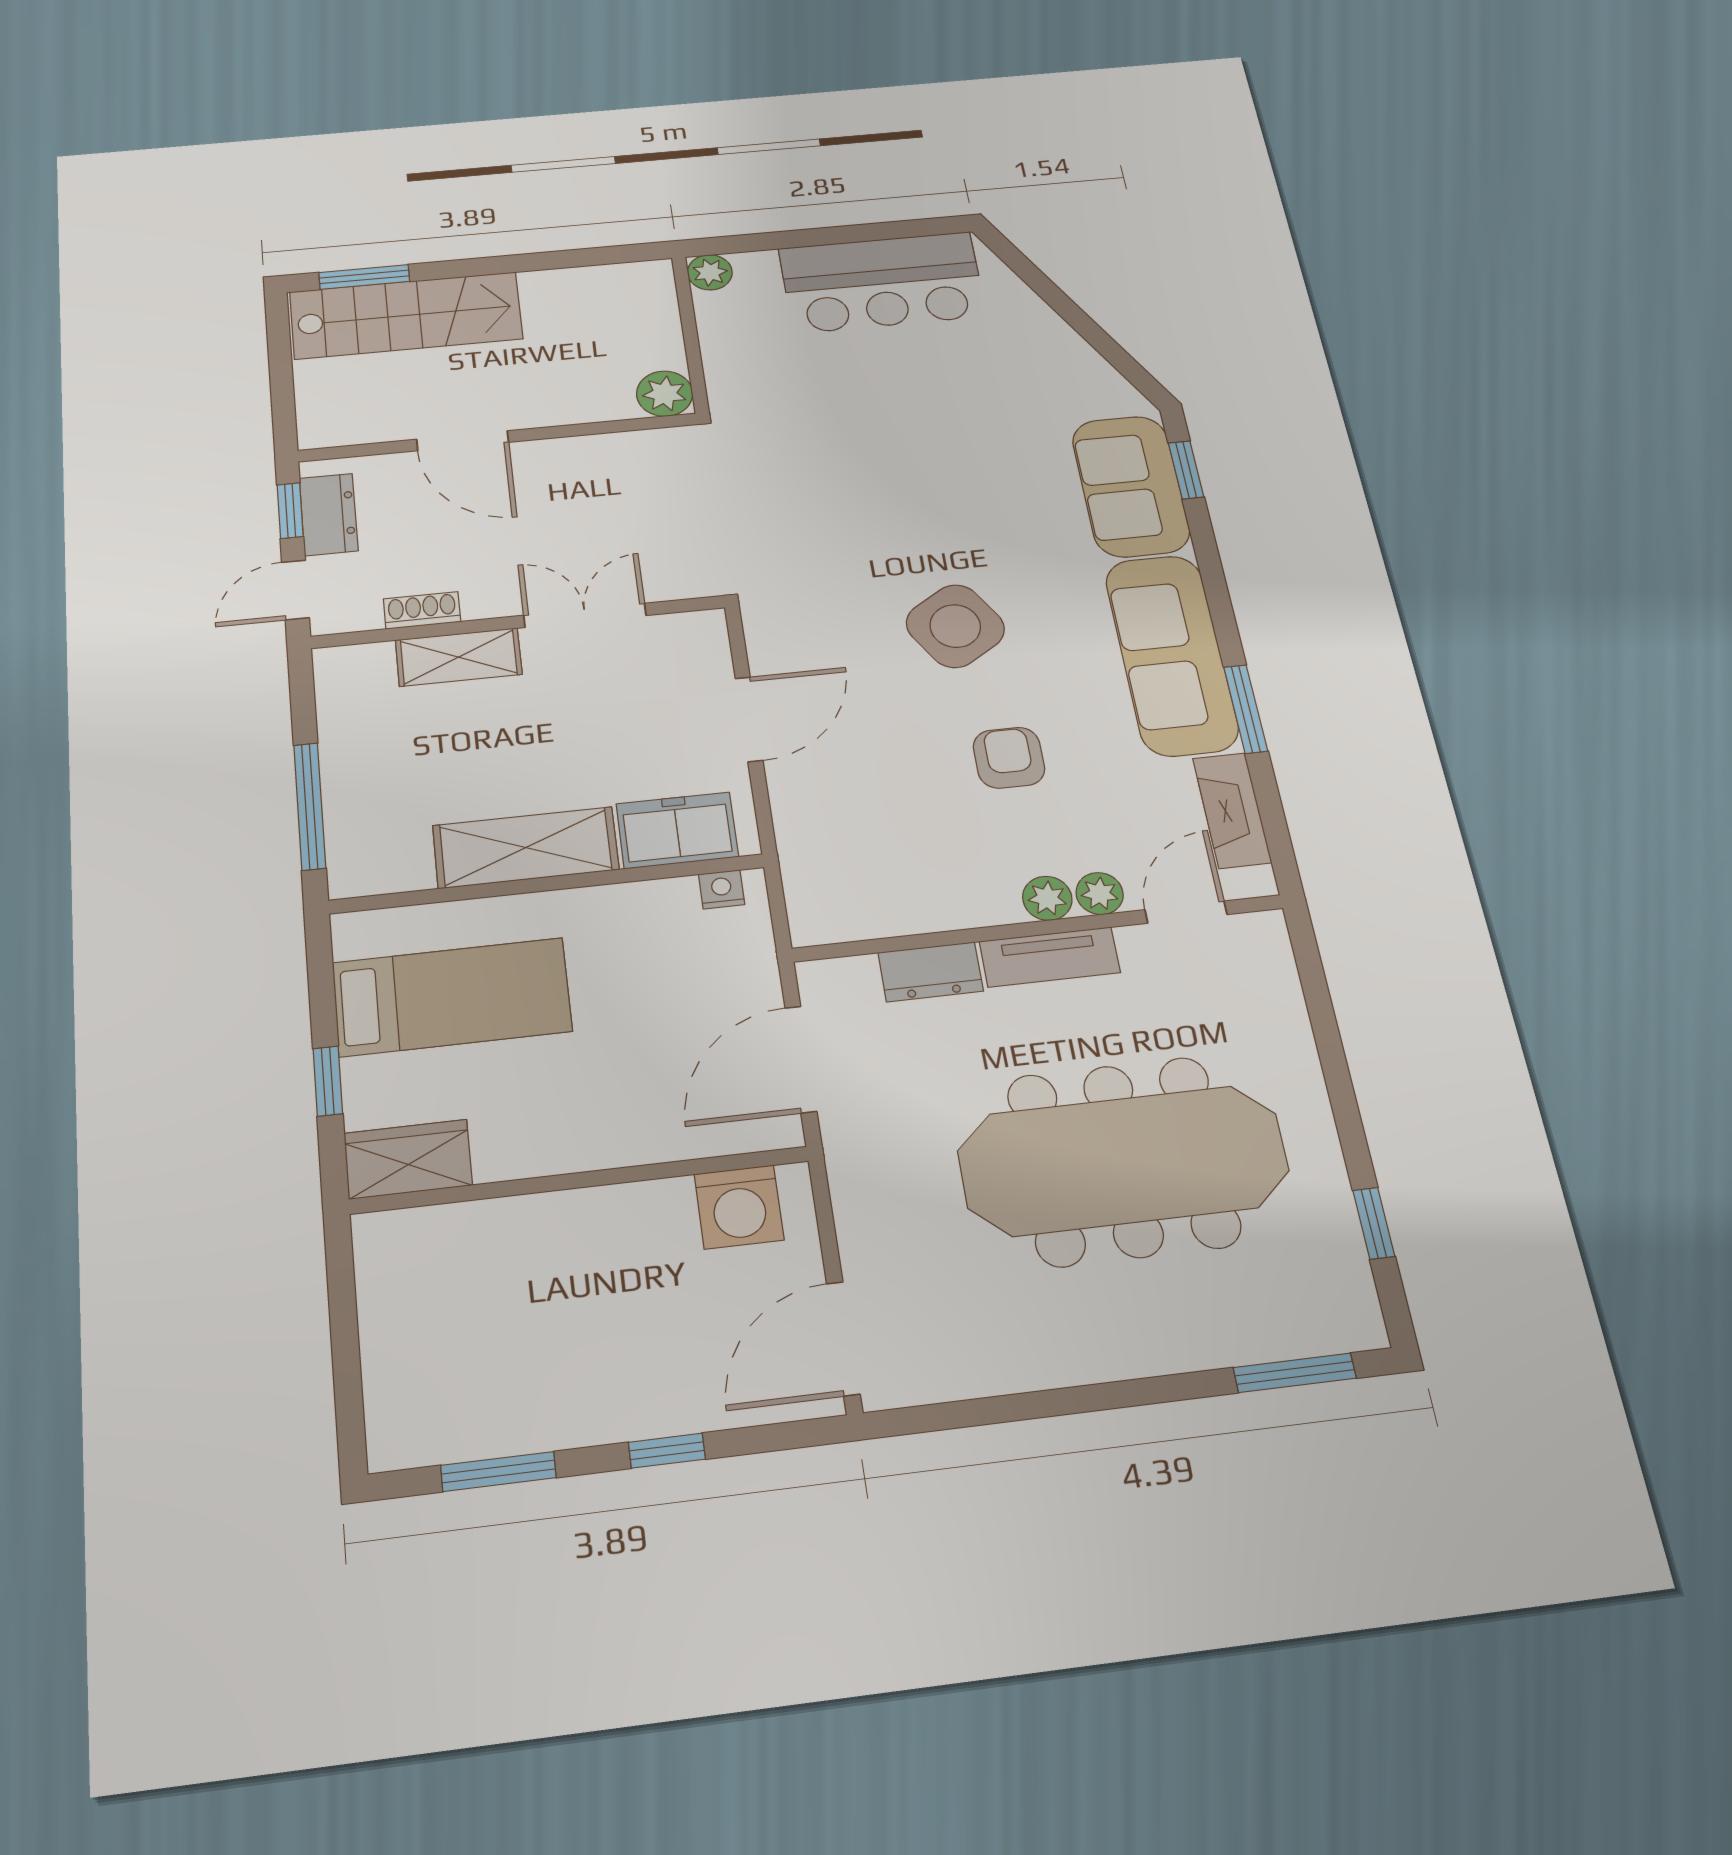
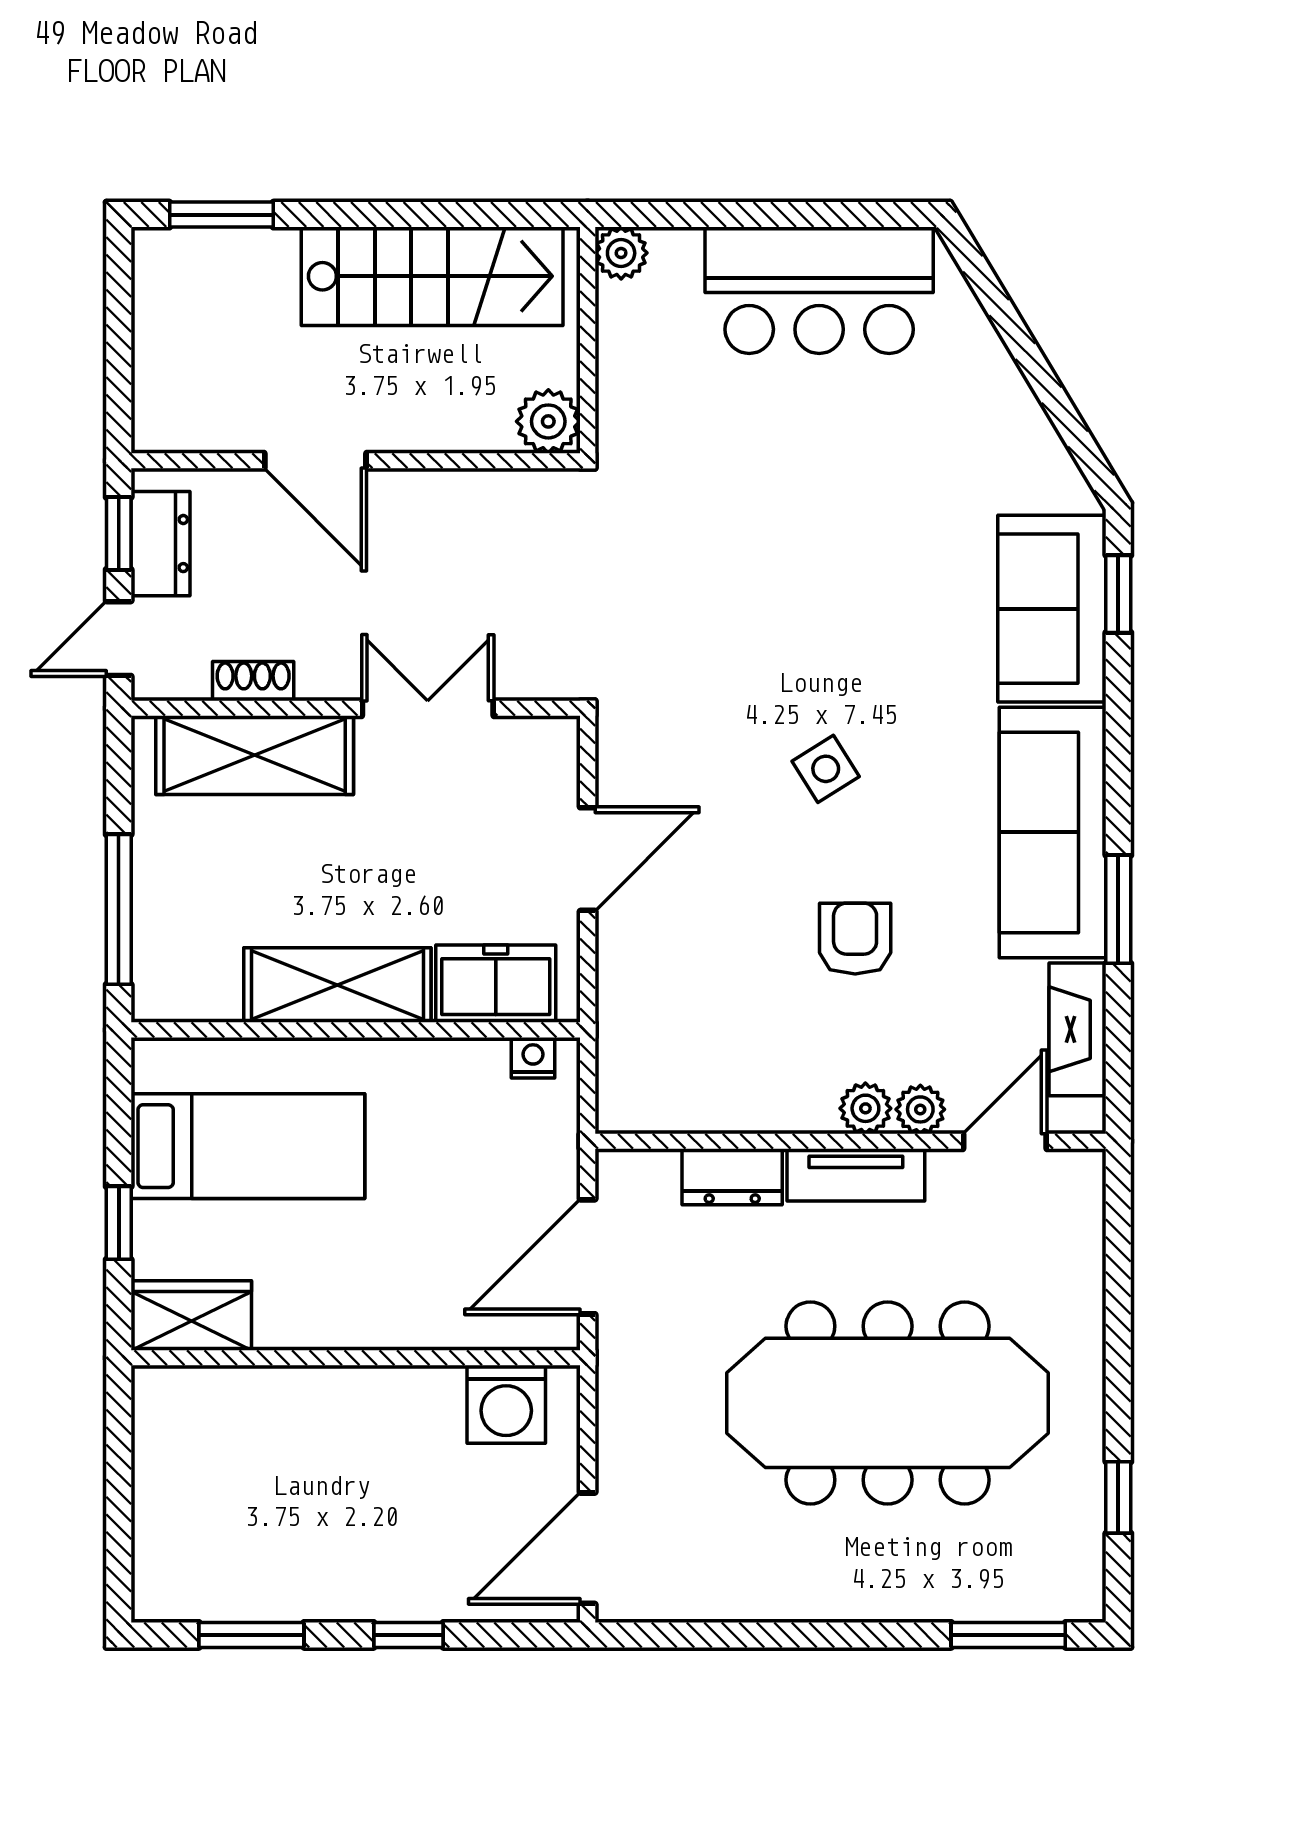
stairs: (406, 315) -> (432, 276), moved
side table: (955, 626) -> (826, 769), width x0.54, depth x0.54
shelving: (459, 657) -> (255, 755), width x1.50, depth x1.33

